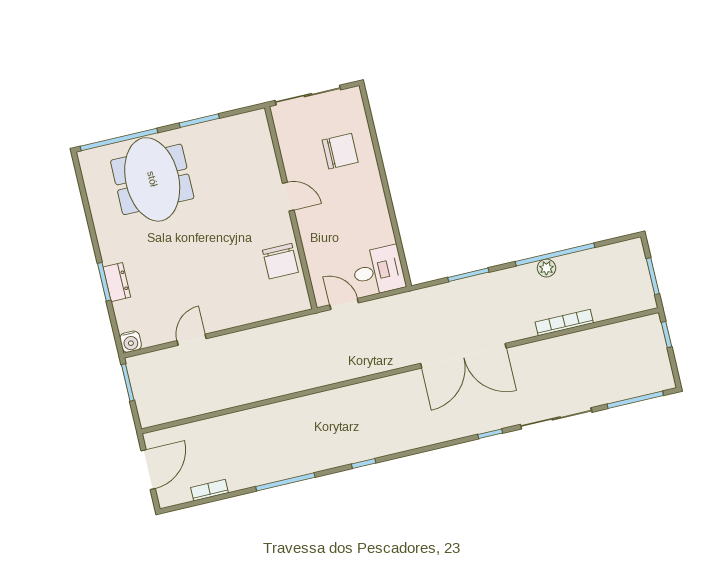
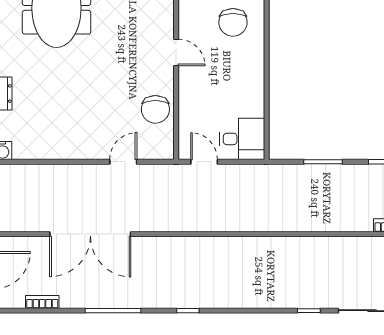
chair: (340, 151) -> (233, 22), turned 90
door: (192, 340) -> (123, 162), moved
double door: (463, 356) -> (90, 234), moved

